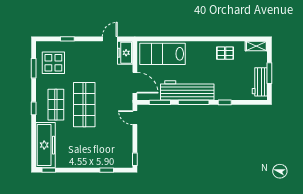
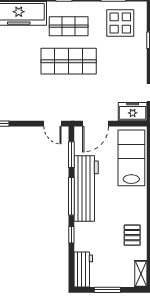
workbench: (260, 82) -> (83, 270), moved, turned 90
door: (135, 118) -> (52, 124), swing flipped

